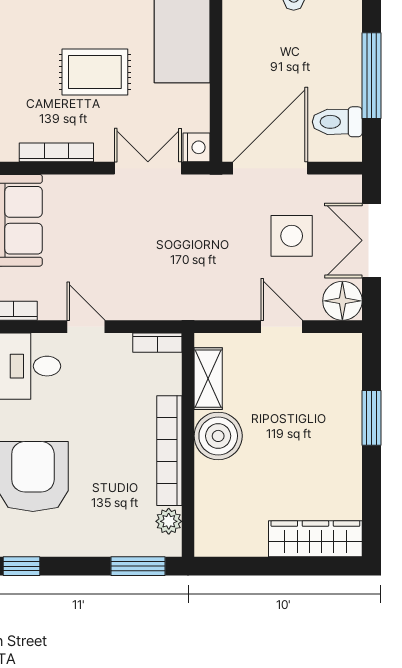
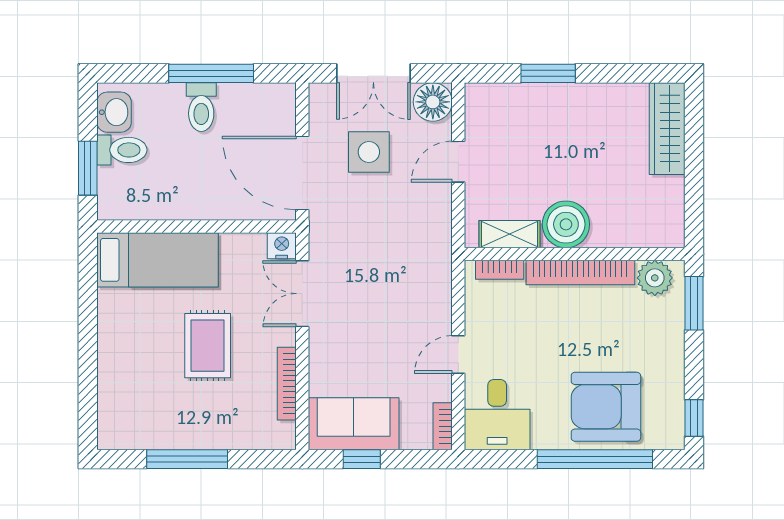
toilet: (337, 122) -> (201, 107), moved
bookcase: (157, 343) -> (500, 270), moved, turned 90
plant: (169, 521) -> (655, 278), width x1.38, depth x1.38

